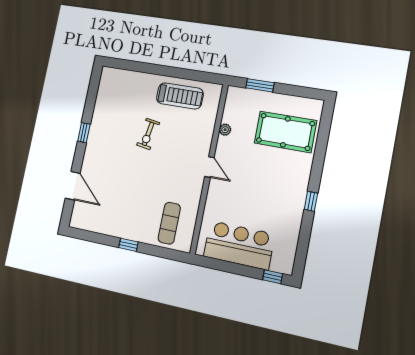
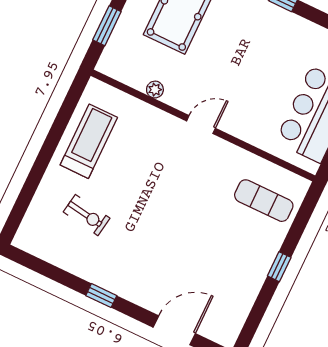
exercise bike: (148, 134) -> (87, 215), moved

